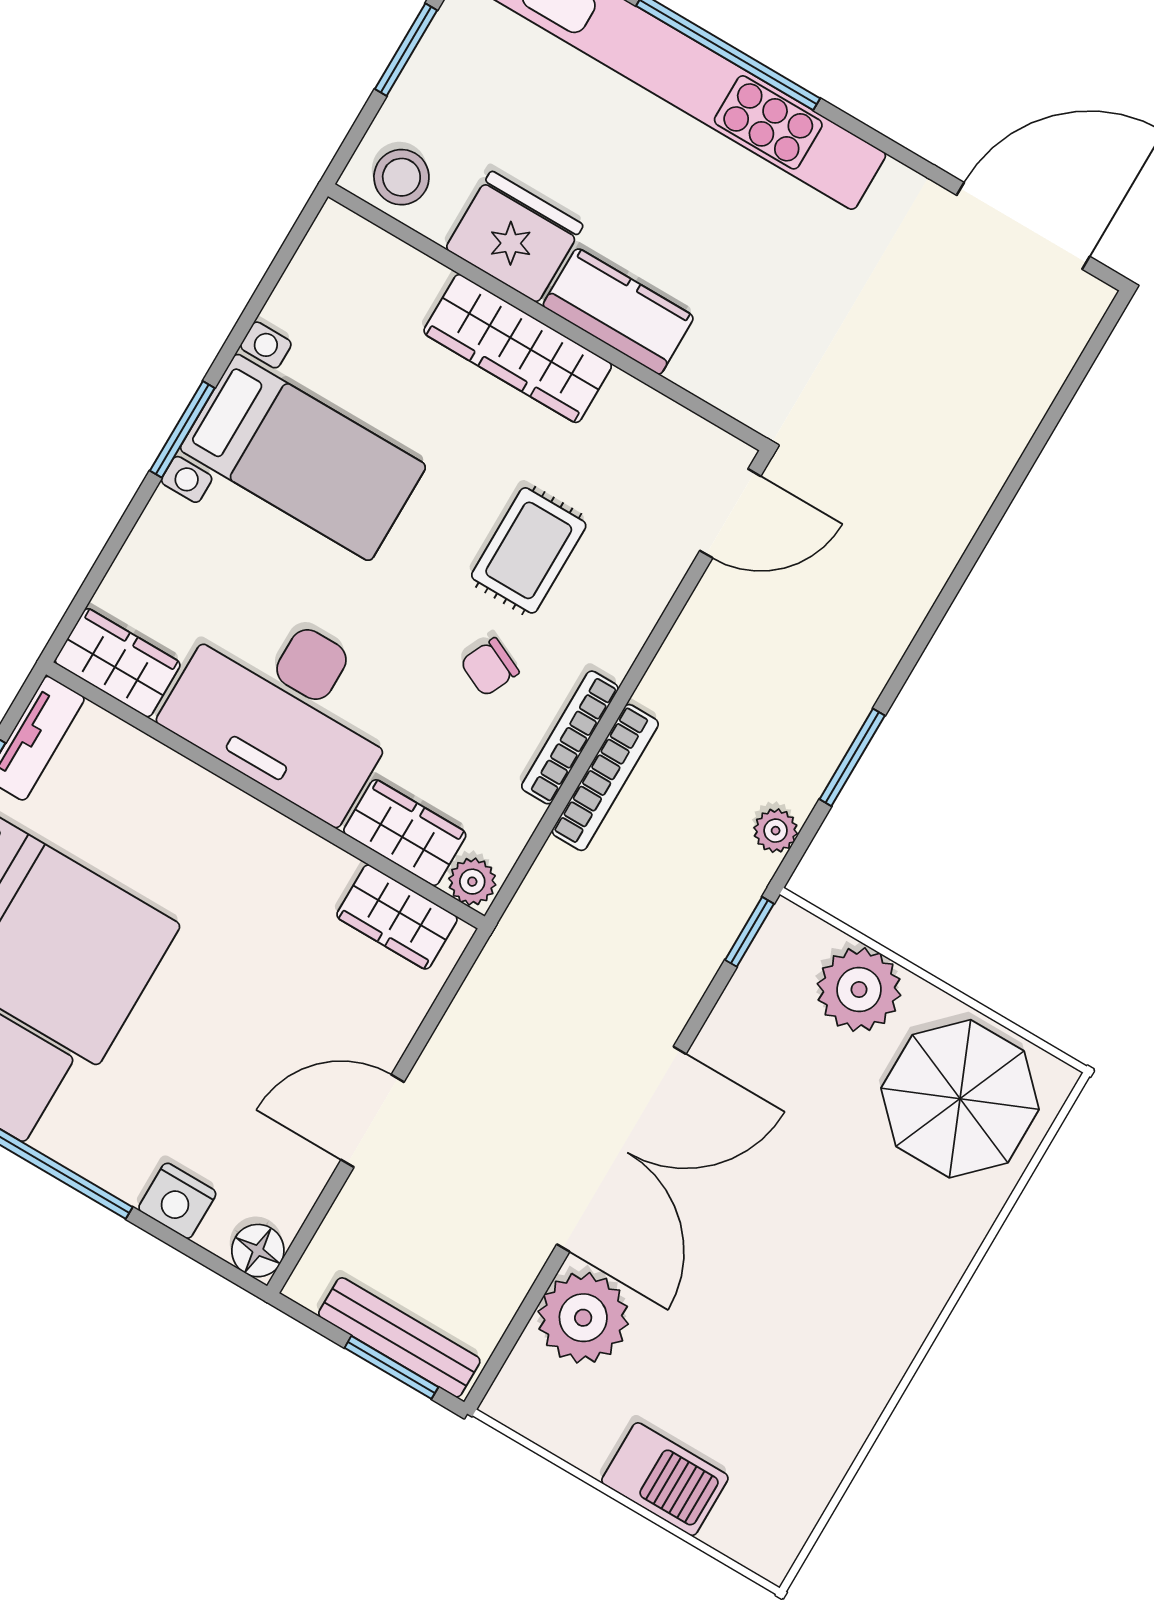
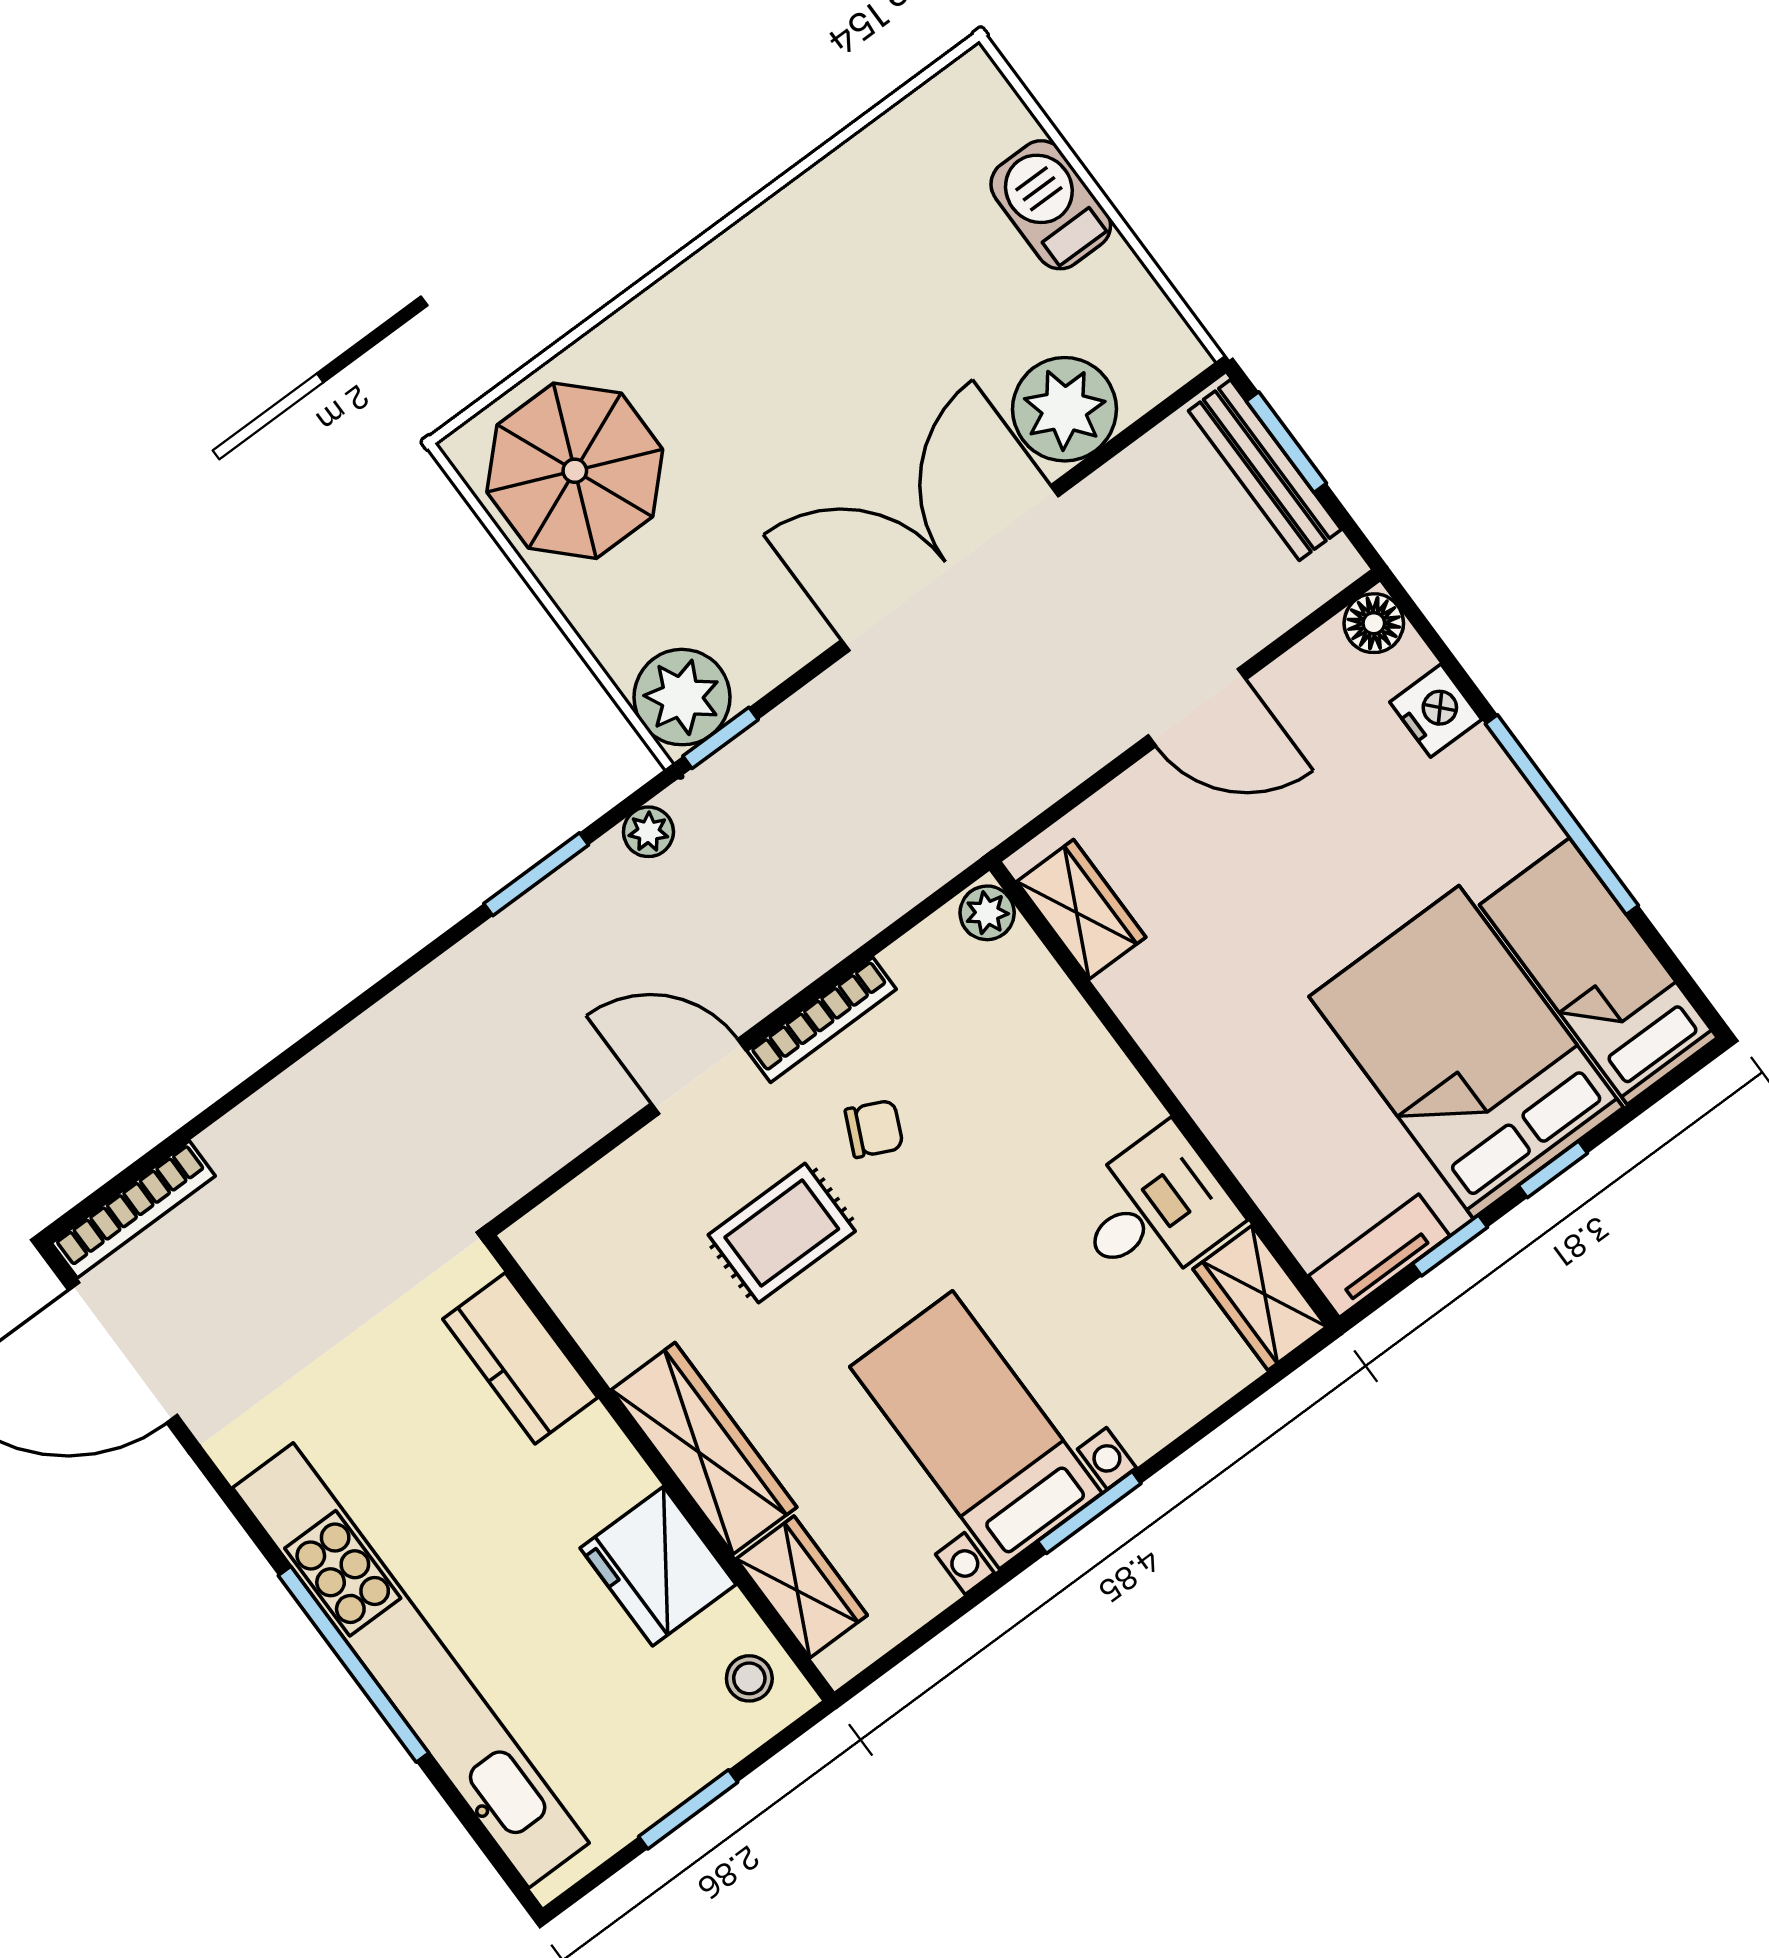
stool: (401, 177) -> (749, 1678), width x0.73, depth x0.73
kitchen counter: (618, 311) -> (520, 1358), moved
door: (730, 513) -> (698, 1077), moved
desk: (286, 707) -> (1154, 1210), width x0.53, depth x0.77
bookcase: (605, 778) -> (133, 1209), moved, turned 180
wardrobe: (405, 833) -> (802, 1587), moved, turned 180
plant: (859, 990) -> (682, 697), moved

